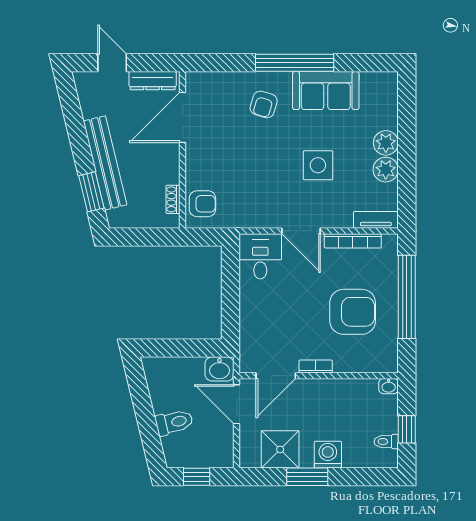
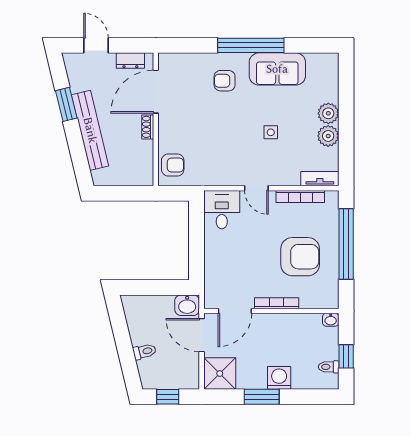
dresser: (153, 81) -> (130, 61), width x0.70
armchair: (264, 104) -> (225, 81), turned 73
side table: (318, 165) -> (271, 132), width x0.54, depth x0.54
window: (91, 192) -> (66, 104), moved
shoe rack: (173, 199) -> (148, 127), moved
door: (301, 231) -> (256, 188), width x0.73
bookcase: (316, 367) -> (277, 303), width x1.56
toilet: (174, 422) -> (144, 352), width x0.73, depth x0.72
shower: (280, 449) -> (220, 374), moved

